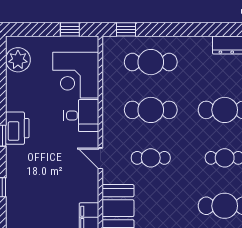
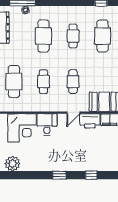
cafe table: (151, 110) -> (43, 82), width x0.73, depth x0.74
printer: (17, 128) -> (90, 121), moved, turned 180

